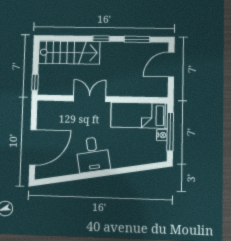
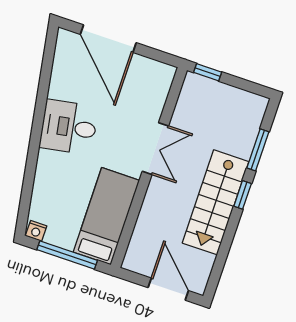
window: (137, 39) -> (258, 150), moved
stairs: (69, 53) -> (216, 202), moved
nightstand: (162, 135) -> (36, 231), moved

